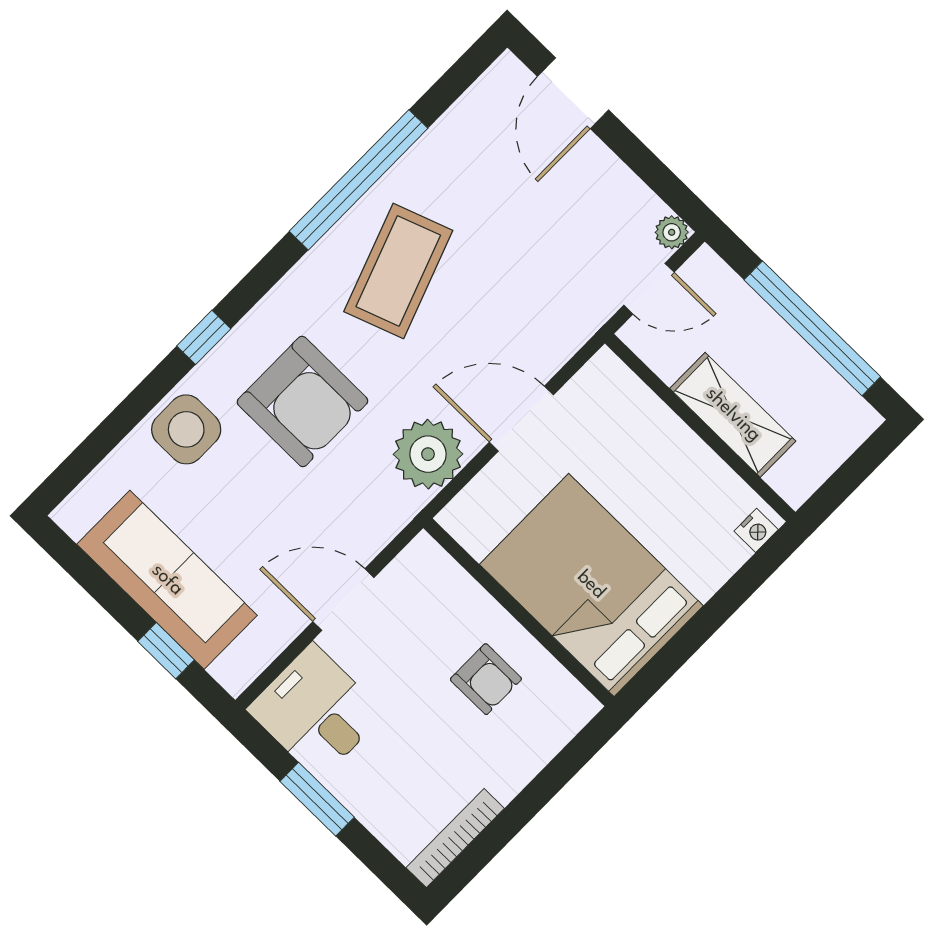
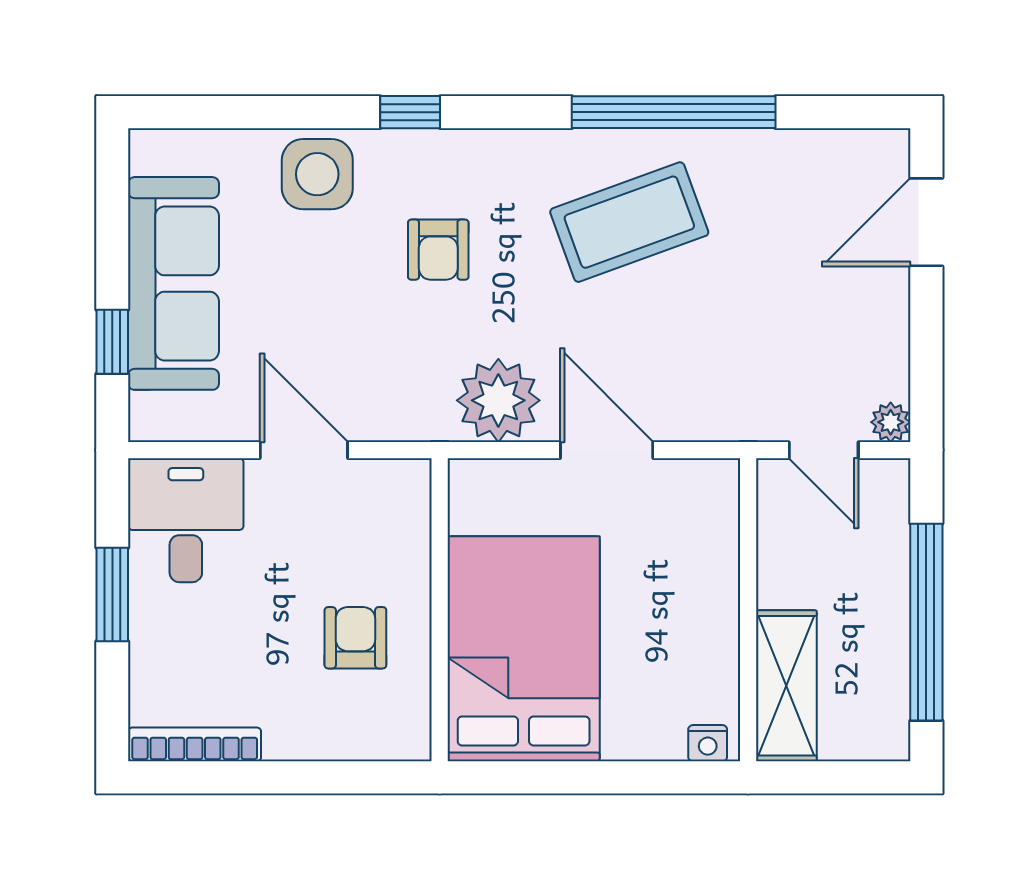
armchair: (302, 401) -> (438, 250), width x0.53, depth x0.53
shelving: (733, 415) -> (786, 686), moved
armchair: (486, 679) -> (355, 638), turned 180

